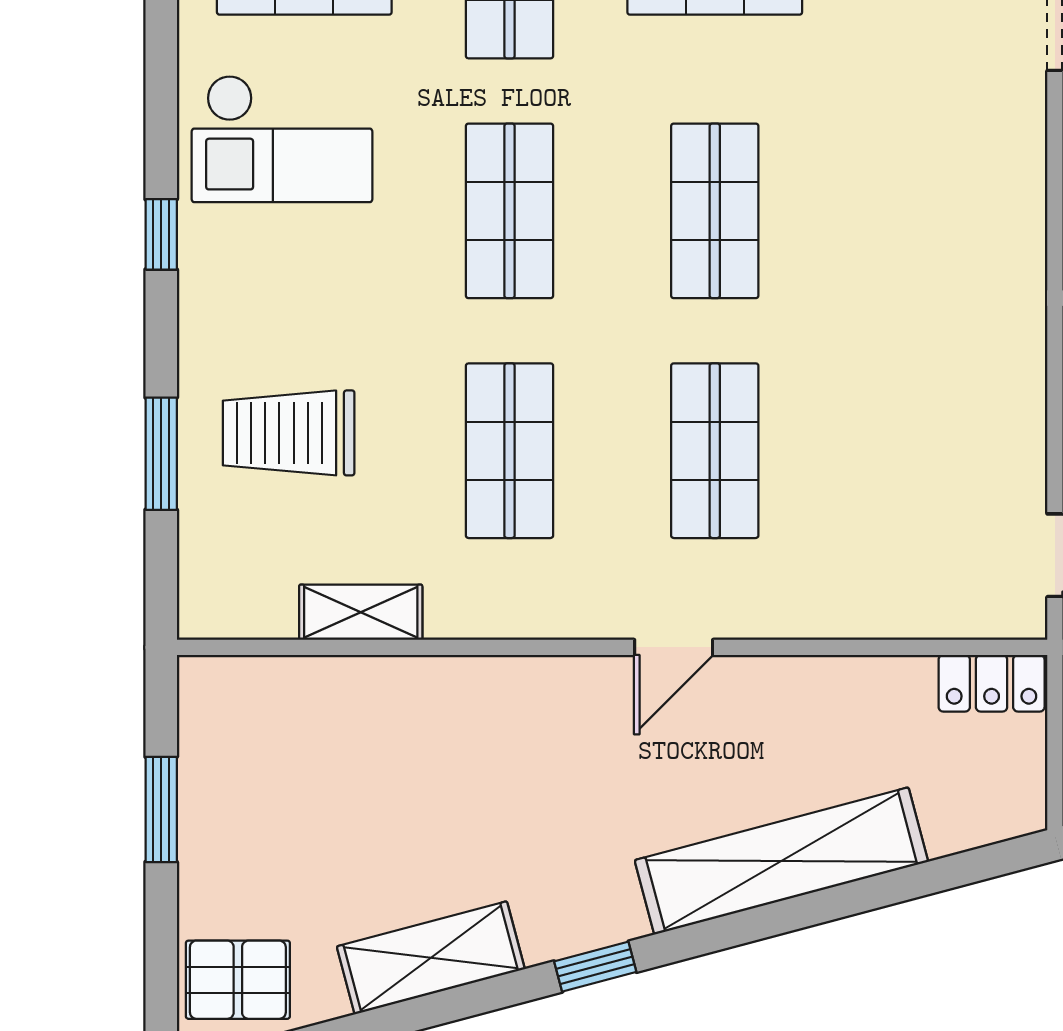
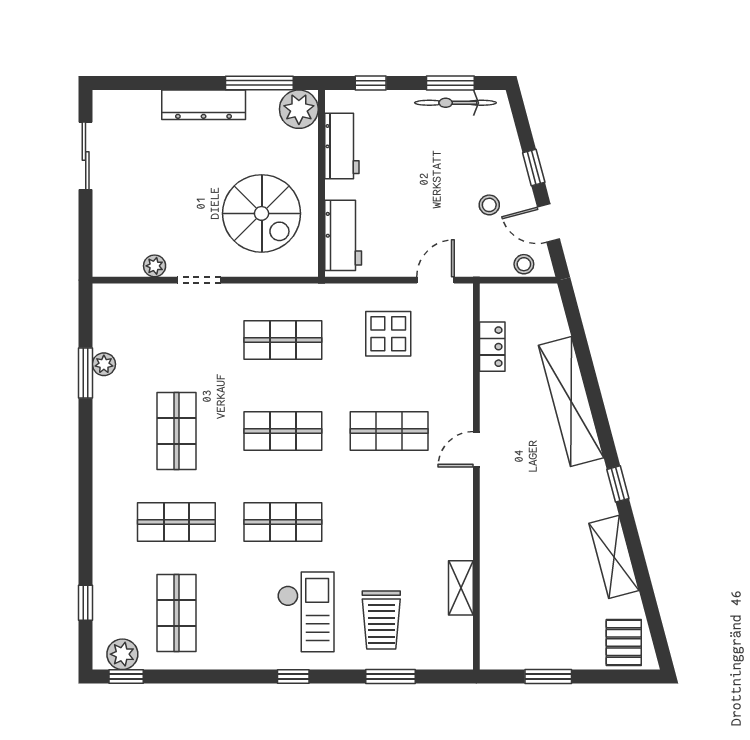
checkout: (282, 139) -> (306, 612), moved
display table: (934, 449) -> (388, 334), added
shop shelf: (510, 451) -> (283, 340), moved
door: (674, 647) -> (476, 449), swing flipped
locker: (992, 683) -> (492, 347), moved

